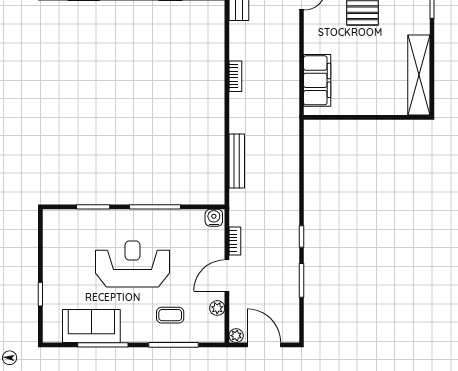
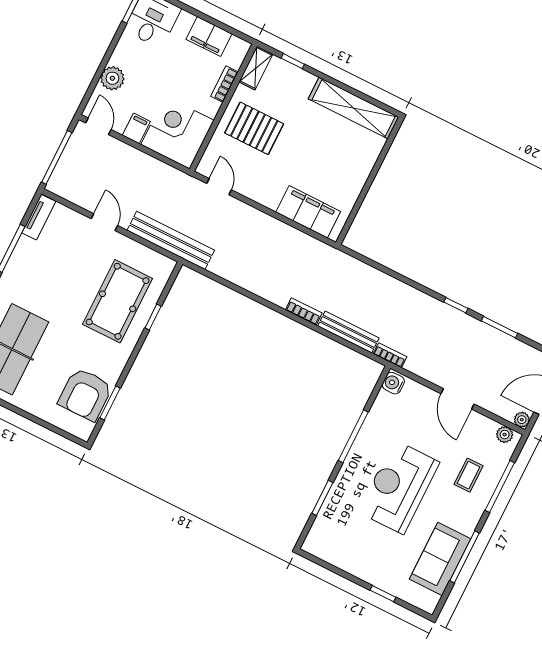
bookcase: (235, 76) -> (304, 311), moved
bookcase: (235, 241) -> (390, 355), moved
plant: (217, 308) -> (505, 435), moved

